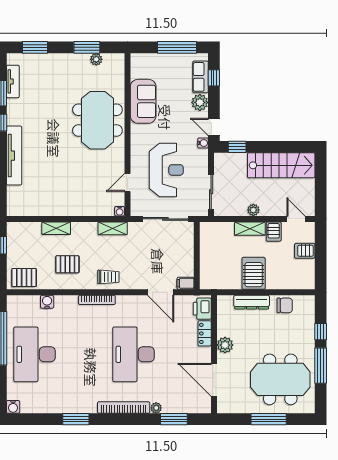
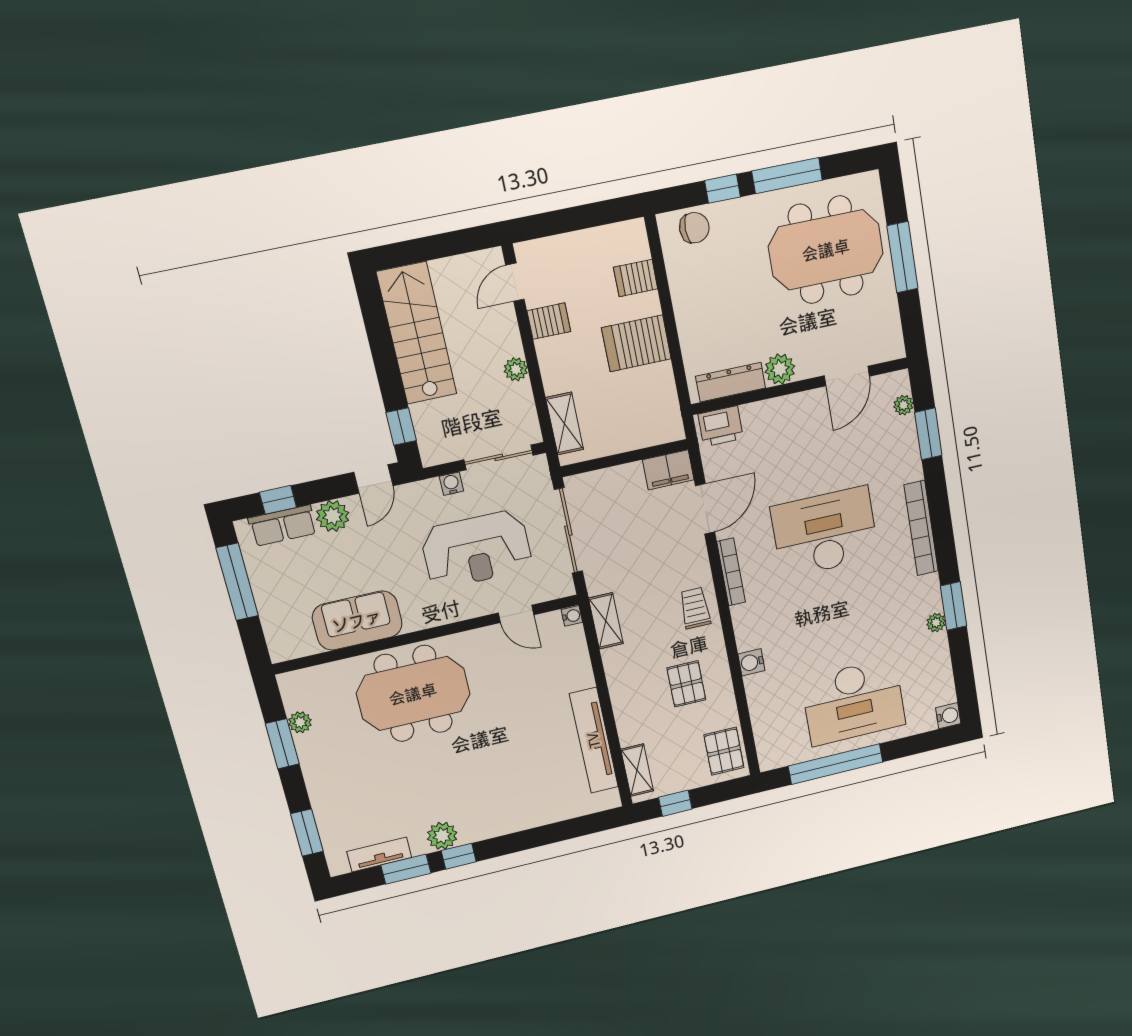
plant: (15, 117) -> (442, 836), added
water cooler: (203, 143) -> (451, 484), moved
tv unit: (14, 156) -> (594, 740), moved, turned -90
reception desk: (166, 170) -> (477, 549), turned 180
shelving: (56, 228) -> (637, 770), moved
shelving: (250, 229) -> (565, 424), moved
server rack: (305, 251) -> (636, 278), moved, turned 90
filing cabinet: (185, 283) -> (668, 470), width x2.00
bookcase: (97, 300) -> (731, 572), moved
water cooler: (47, 302) -> (751, 662), moved
dresser: (252, 302) -> (731, 382), moved, turned -90
chair: (285, 305) -> (694, 228), moved, turned 90
locker: (205, 333) -> (765, 412), removed
desk: (134, 354) -> (825, 532), turned 180
meeting table: (280, 379) -> (826, 250), turned 90
door: (214, 380) -> (847, 376), width x0.73
plant: (69, 408) -> (936, 623), added
plant: (156, 408) -> (903, 405), moved

